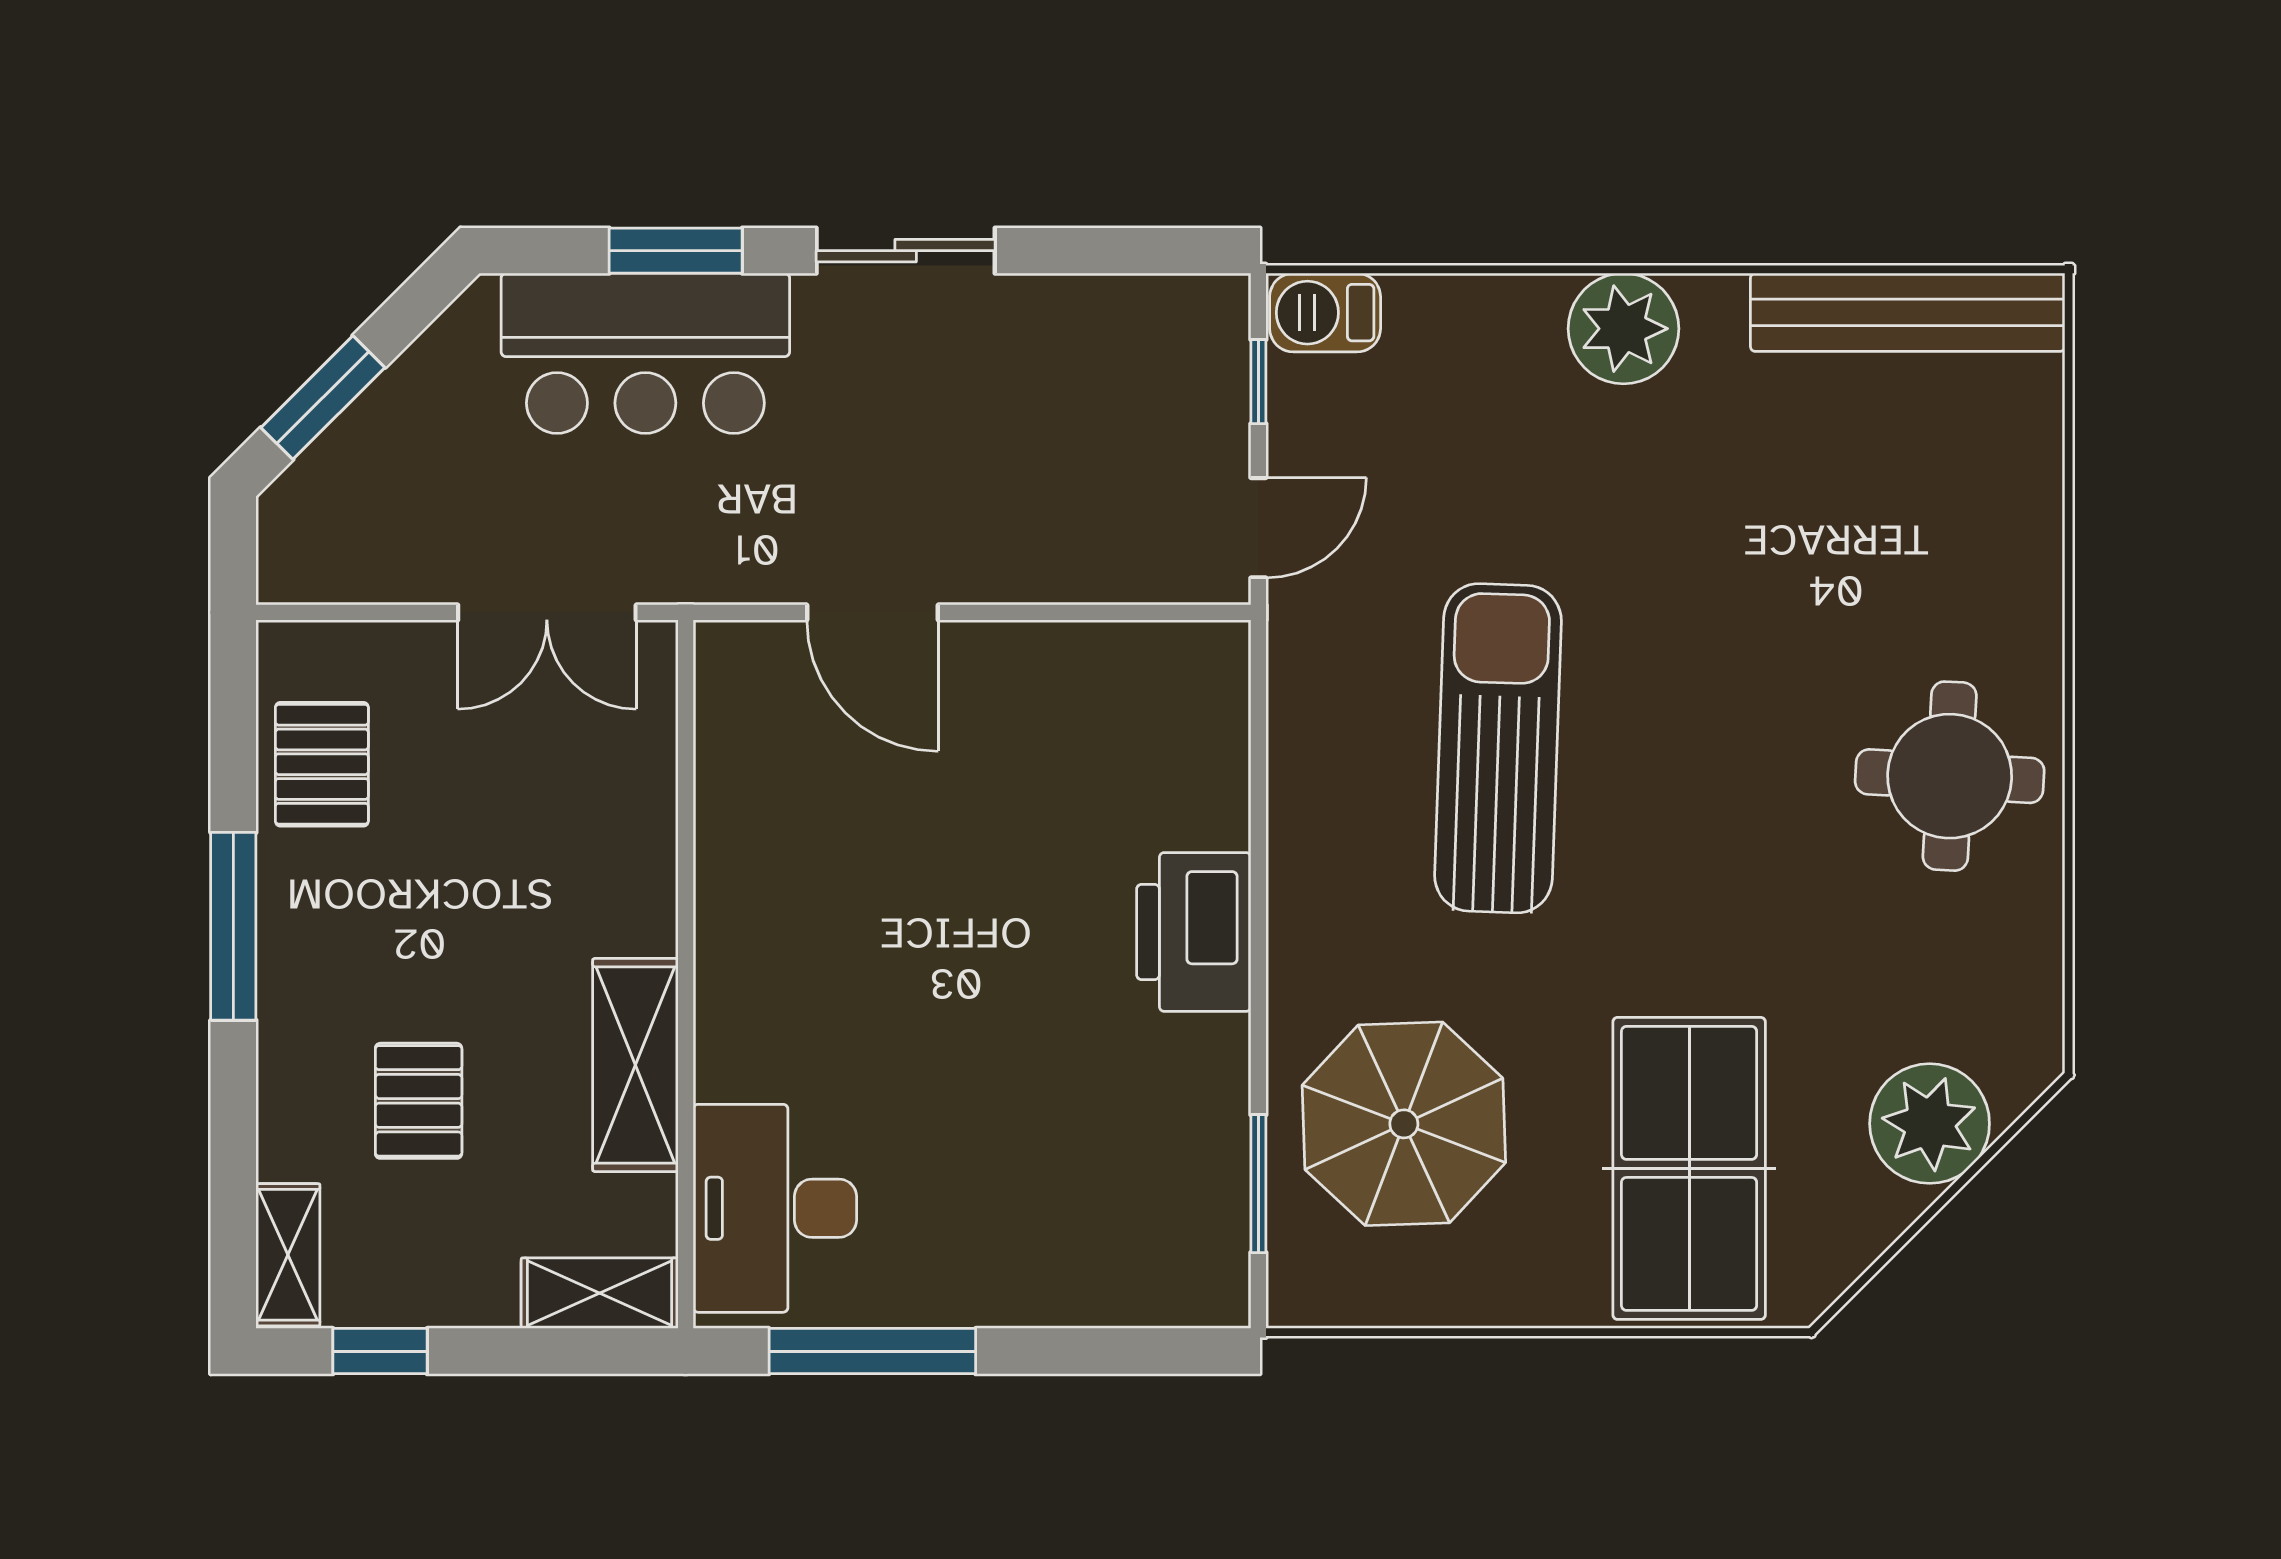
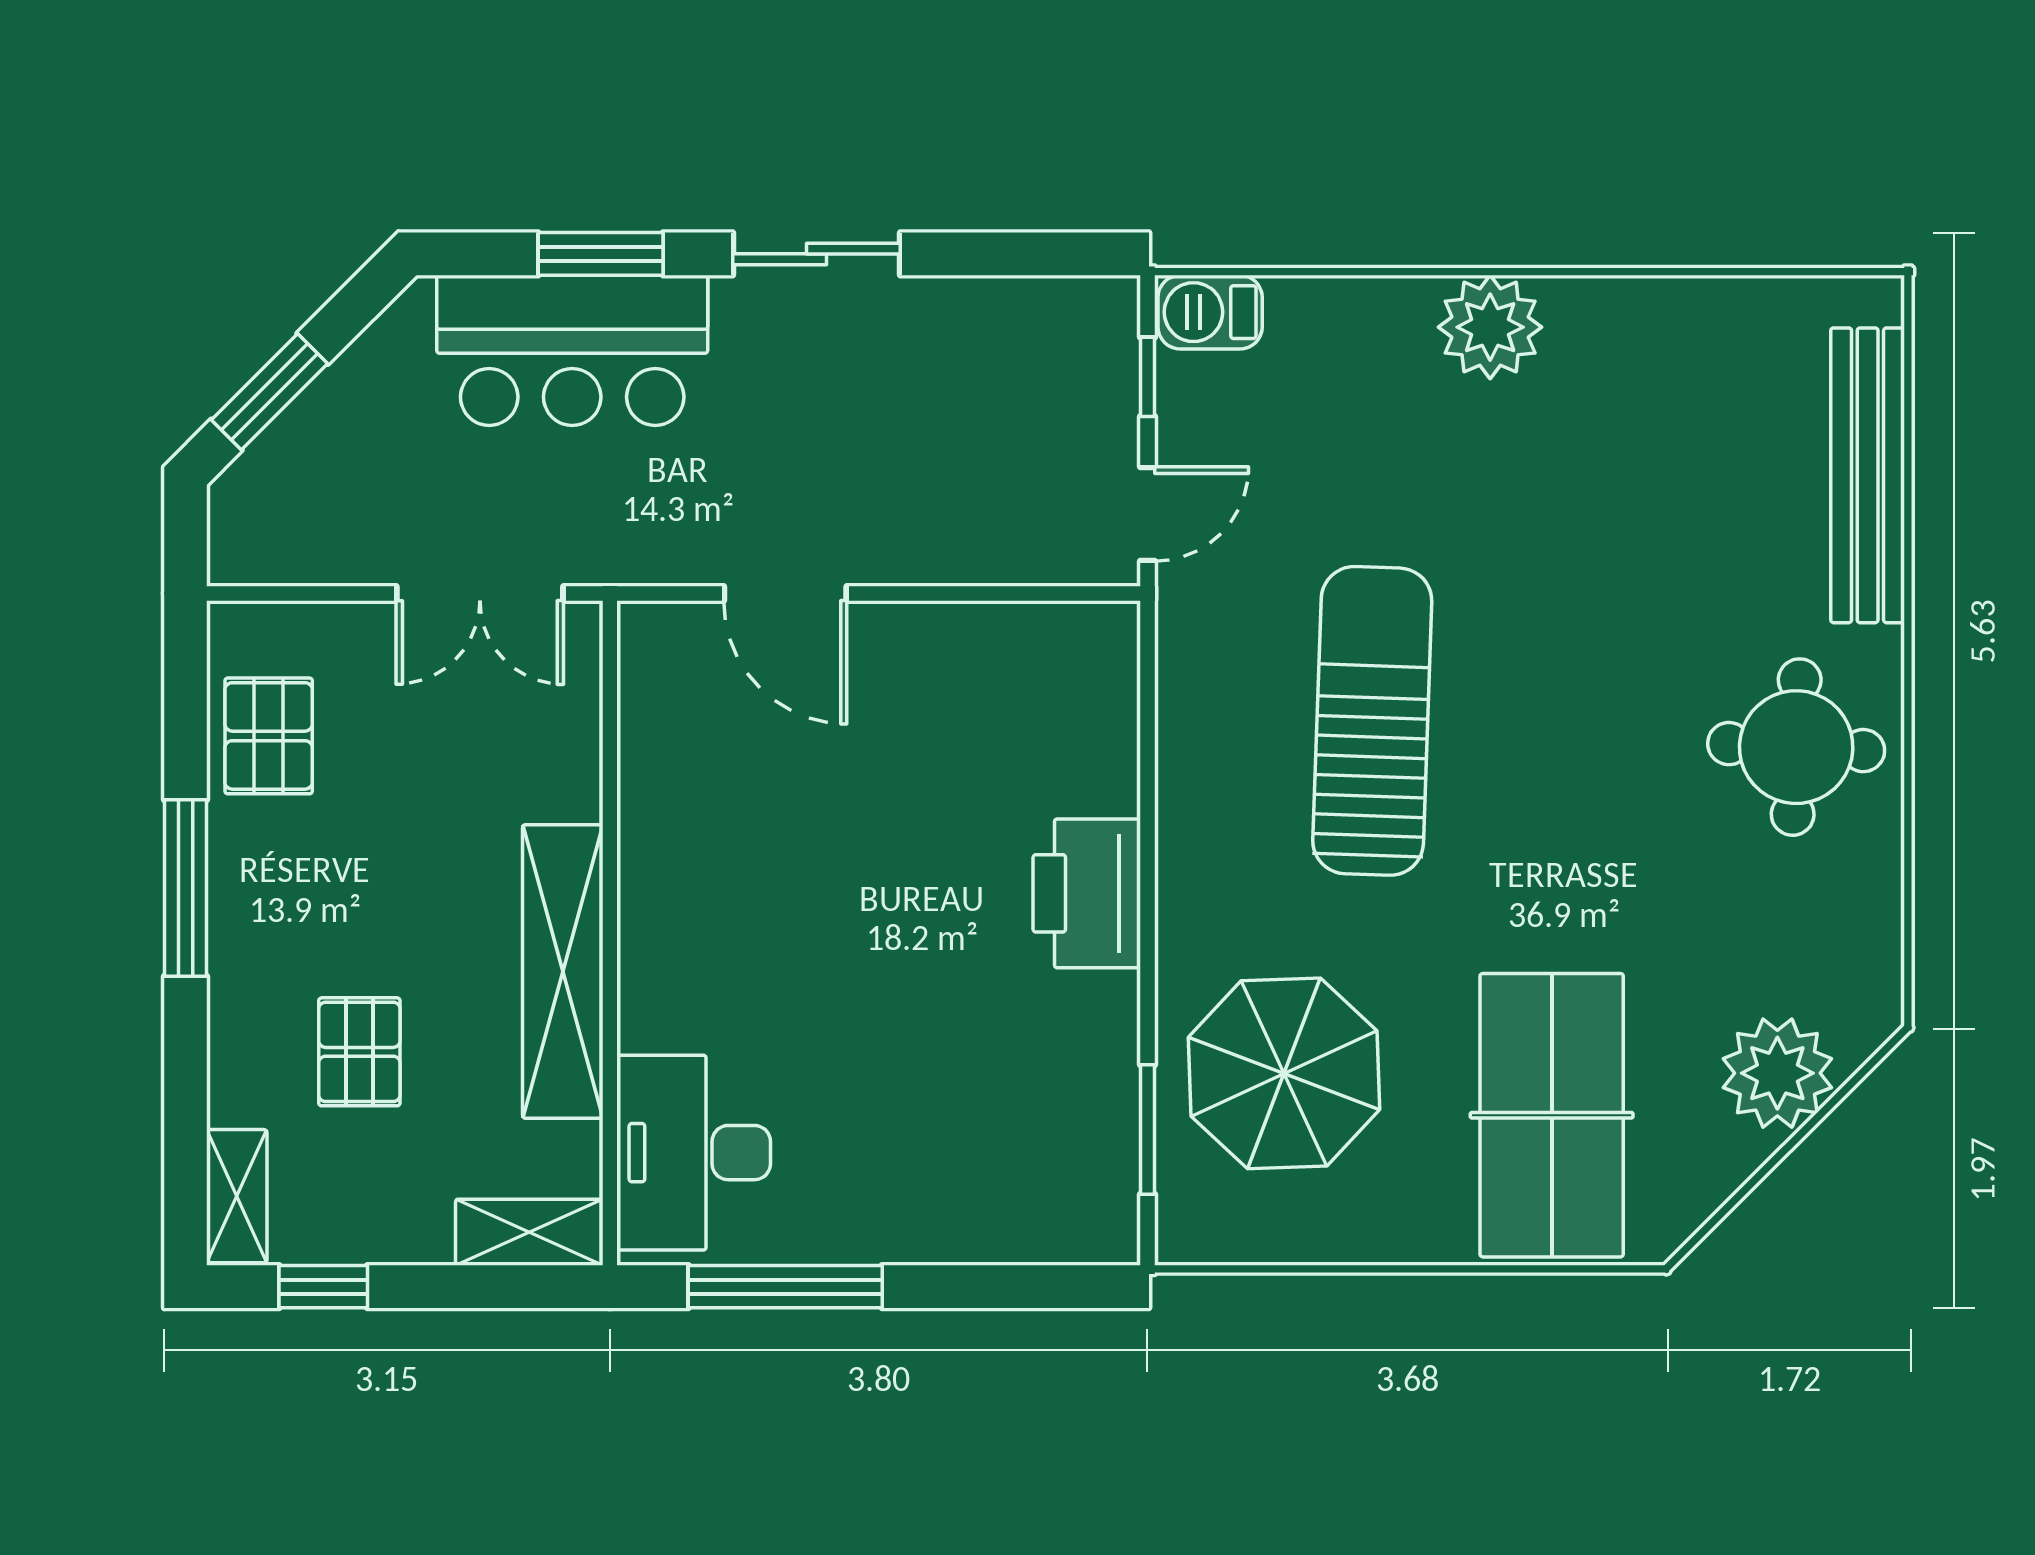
bench: (1908, 312) -> (1868, 475), moved, turned 90
shelving: (635, 1065) -> (563, 971), width x1.47

